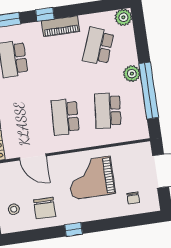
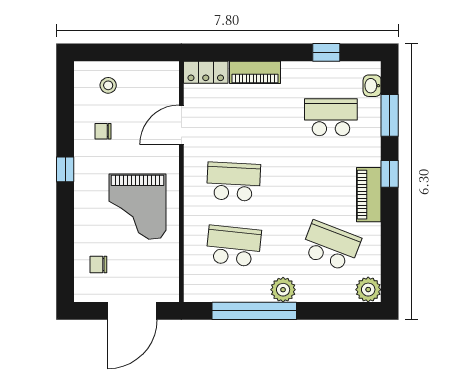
grand piano: (91, 178) -> (138, 207), turned 180
chair: (45, 208) -> (103, 131), width x0.54, depth x0.54

